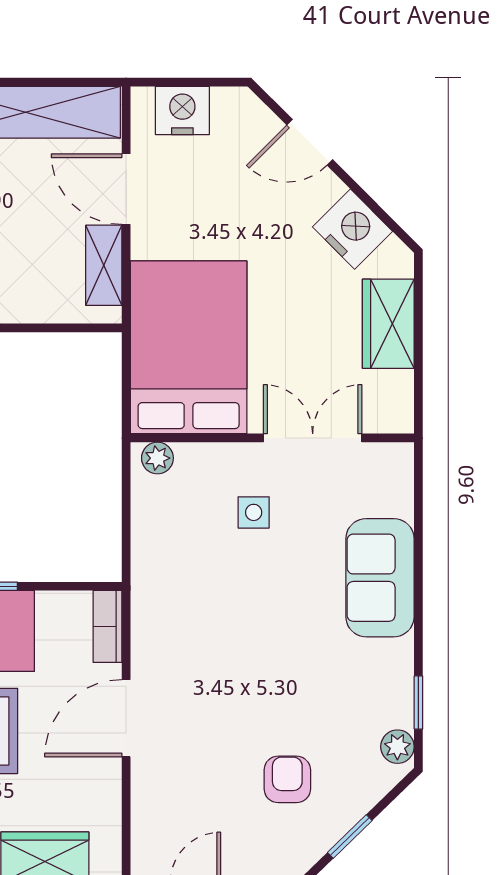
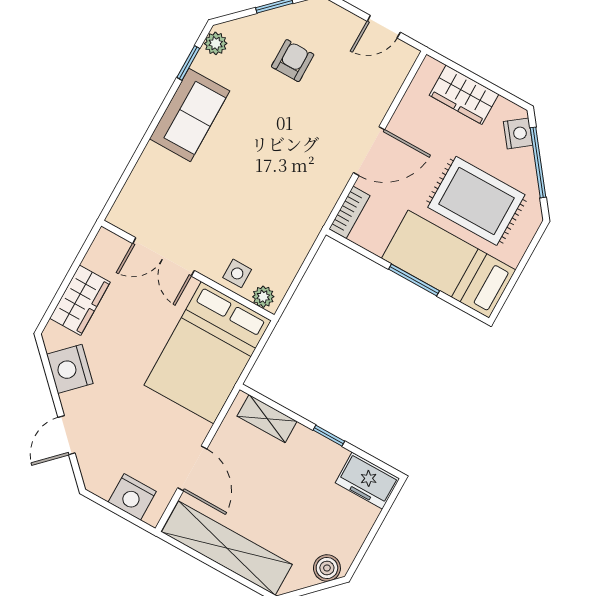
door: (310, 142) -> (67, 435), swing flipped
shelving: (104, 265) -> (267, 419), moved, turned 90
side table: (254, 512) -> (237, 273), moved
sofa: (380, 578) -> (190, 115), moved
armchair: (287, 779) -> (293, 61), turned 180

